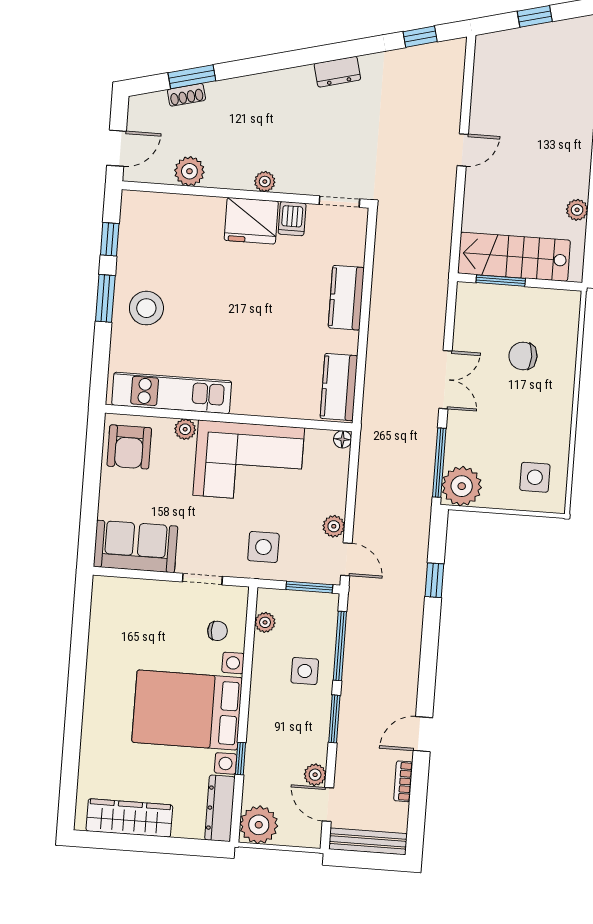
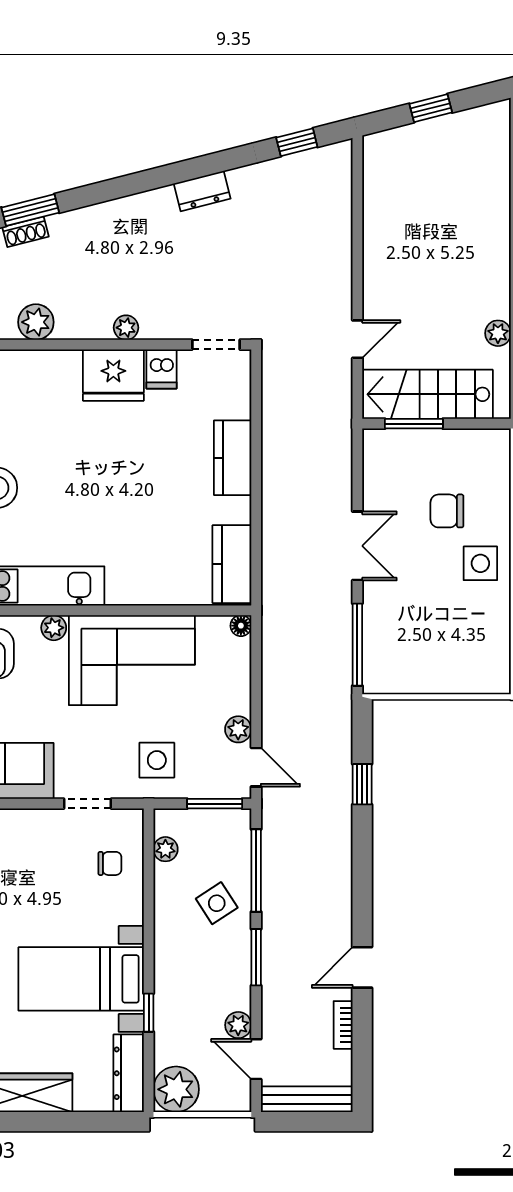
door: (463, 150) -> (357, 339), moved
side table: (535, 477) -> (480, 563), moved
plant: (462, 486) -> (386, 670), removed
side table: (305, 671) -> (217, 903), turned -33
bed with nightstands: (187, 710) -> (81, 979), width x0.73

